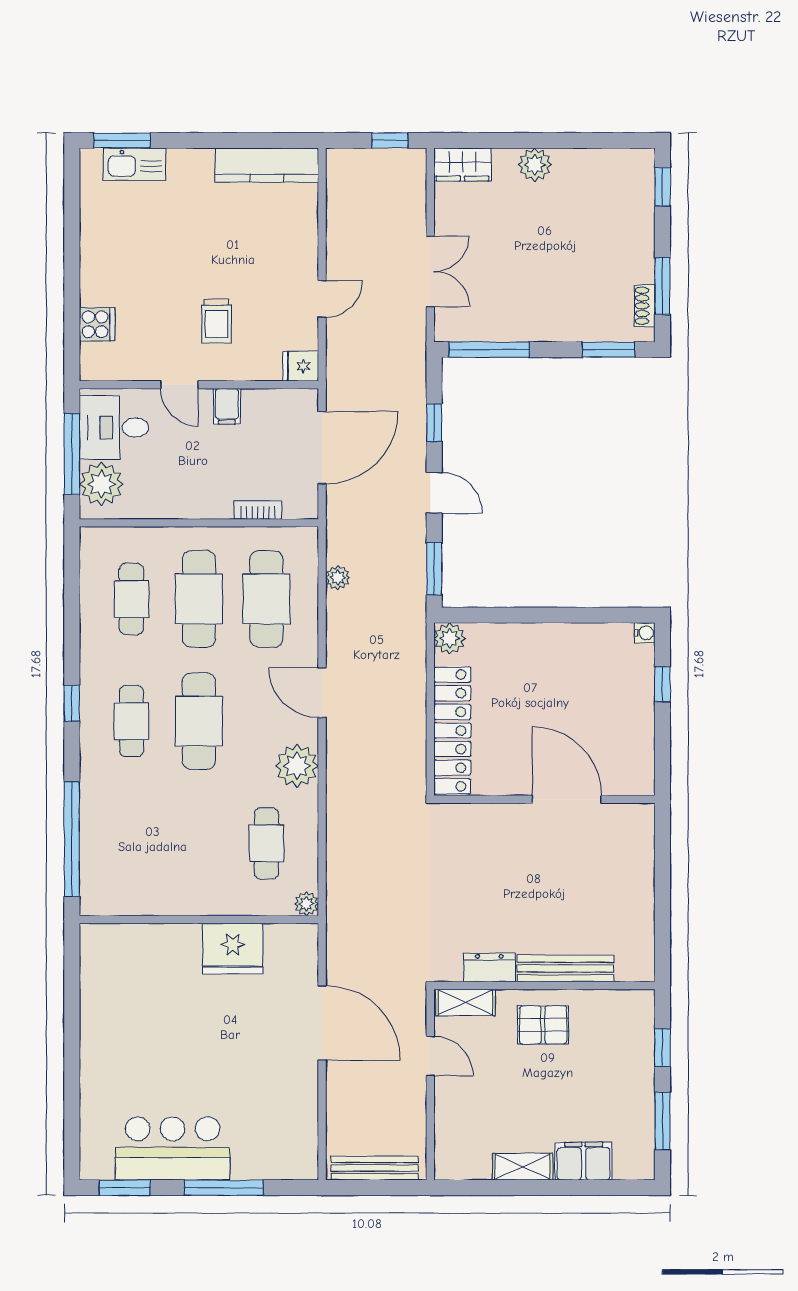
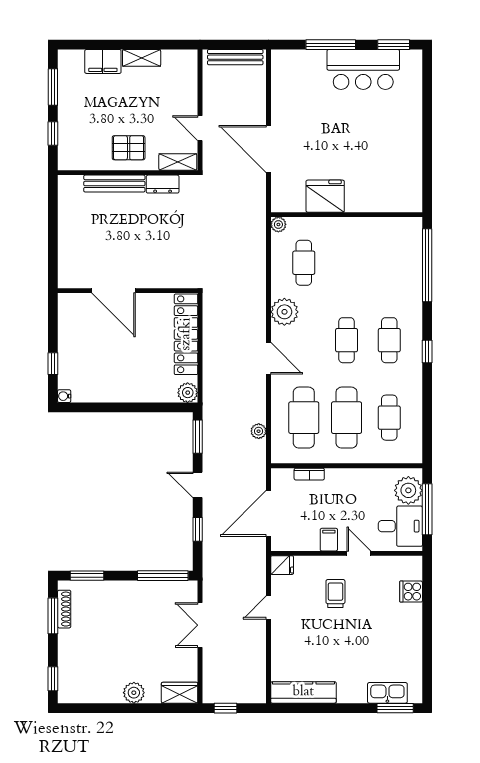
shoe rack: (645, 306) -> (64, 609), width x1.43
cafe table: (199, 721) -> (347, 340), width x0.73, depth x0.74

